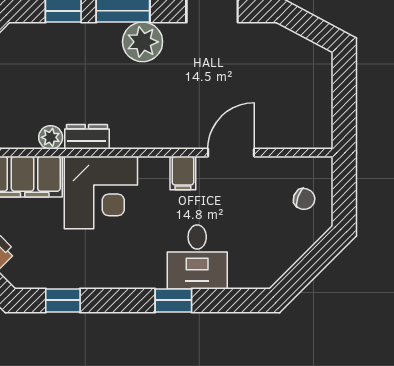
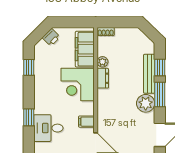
bench: (77, 34) -> (149, 74), added

